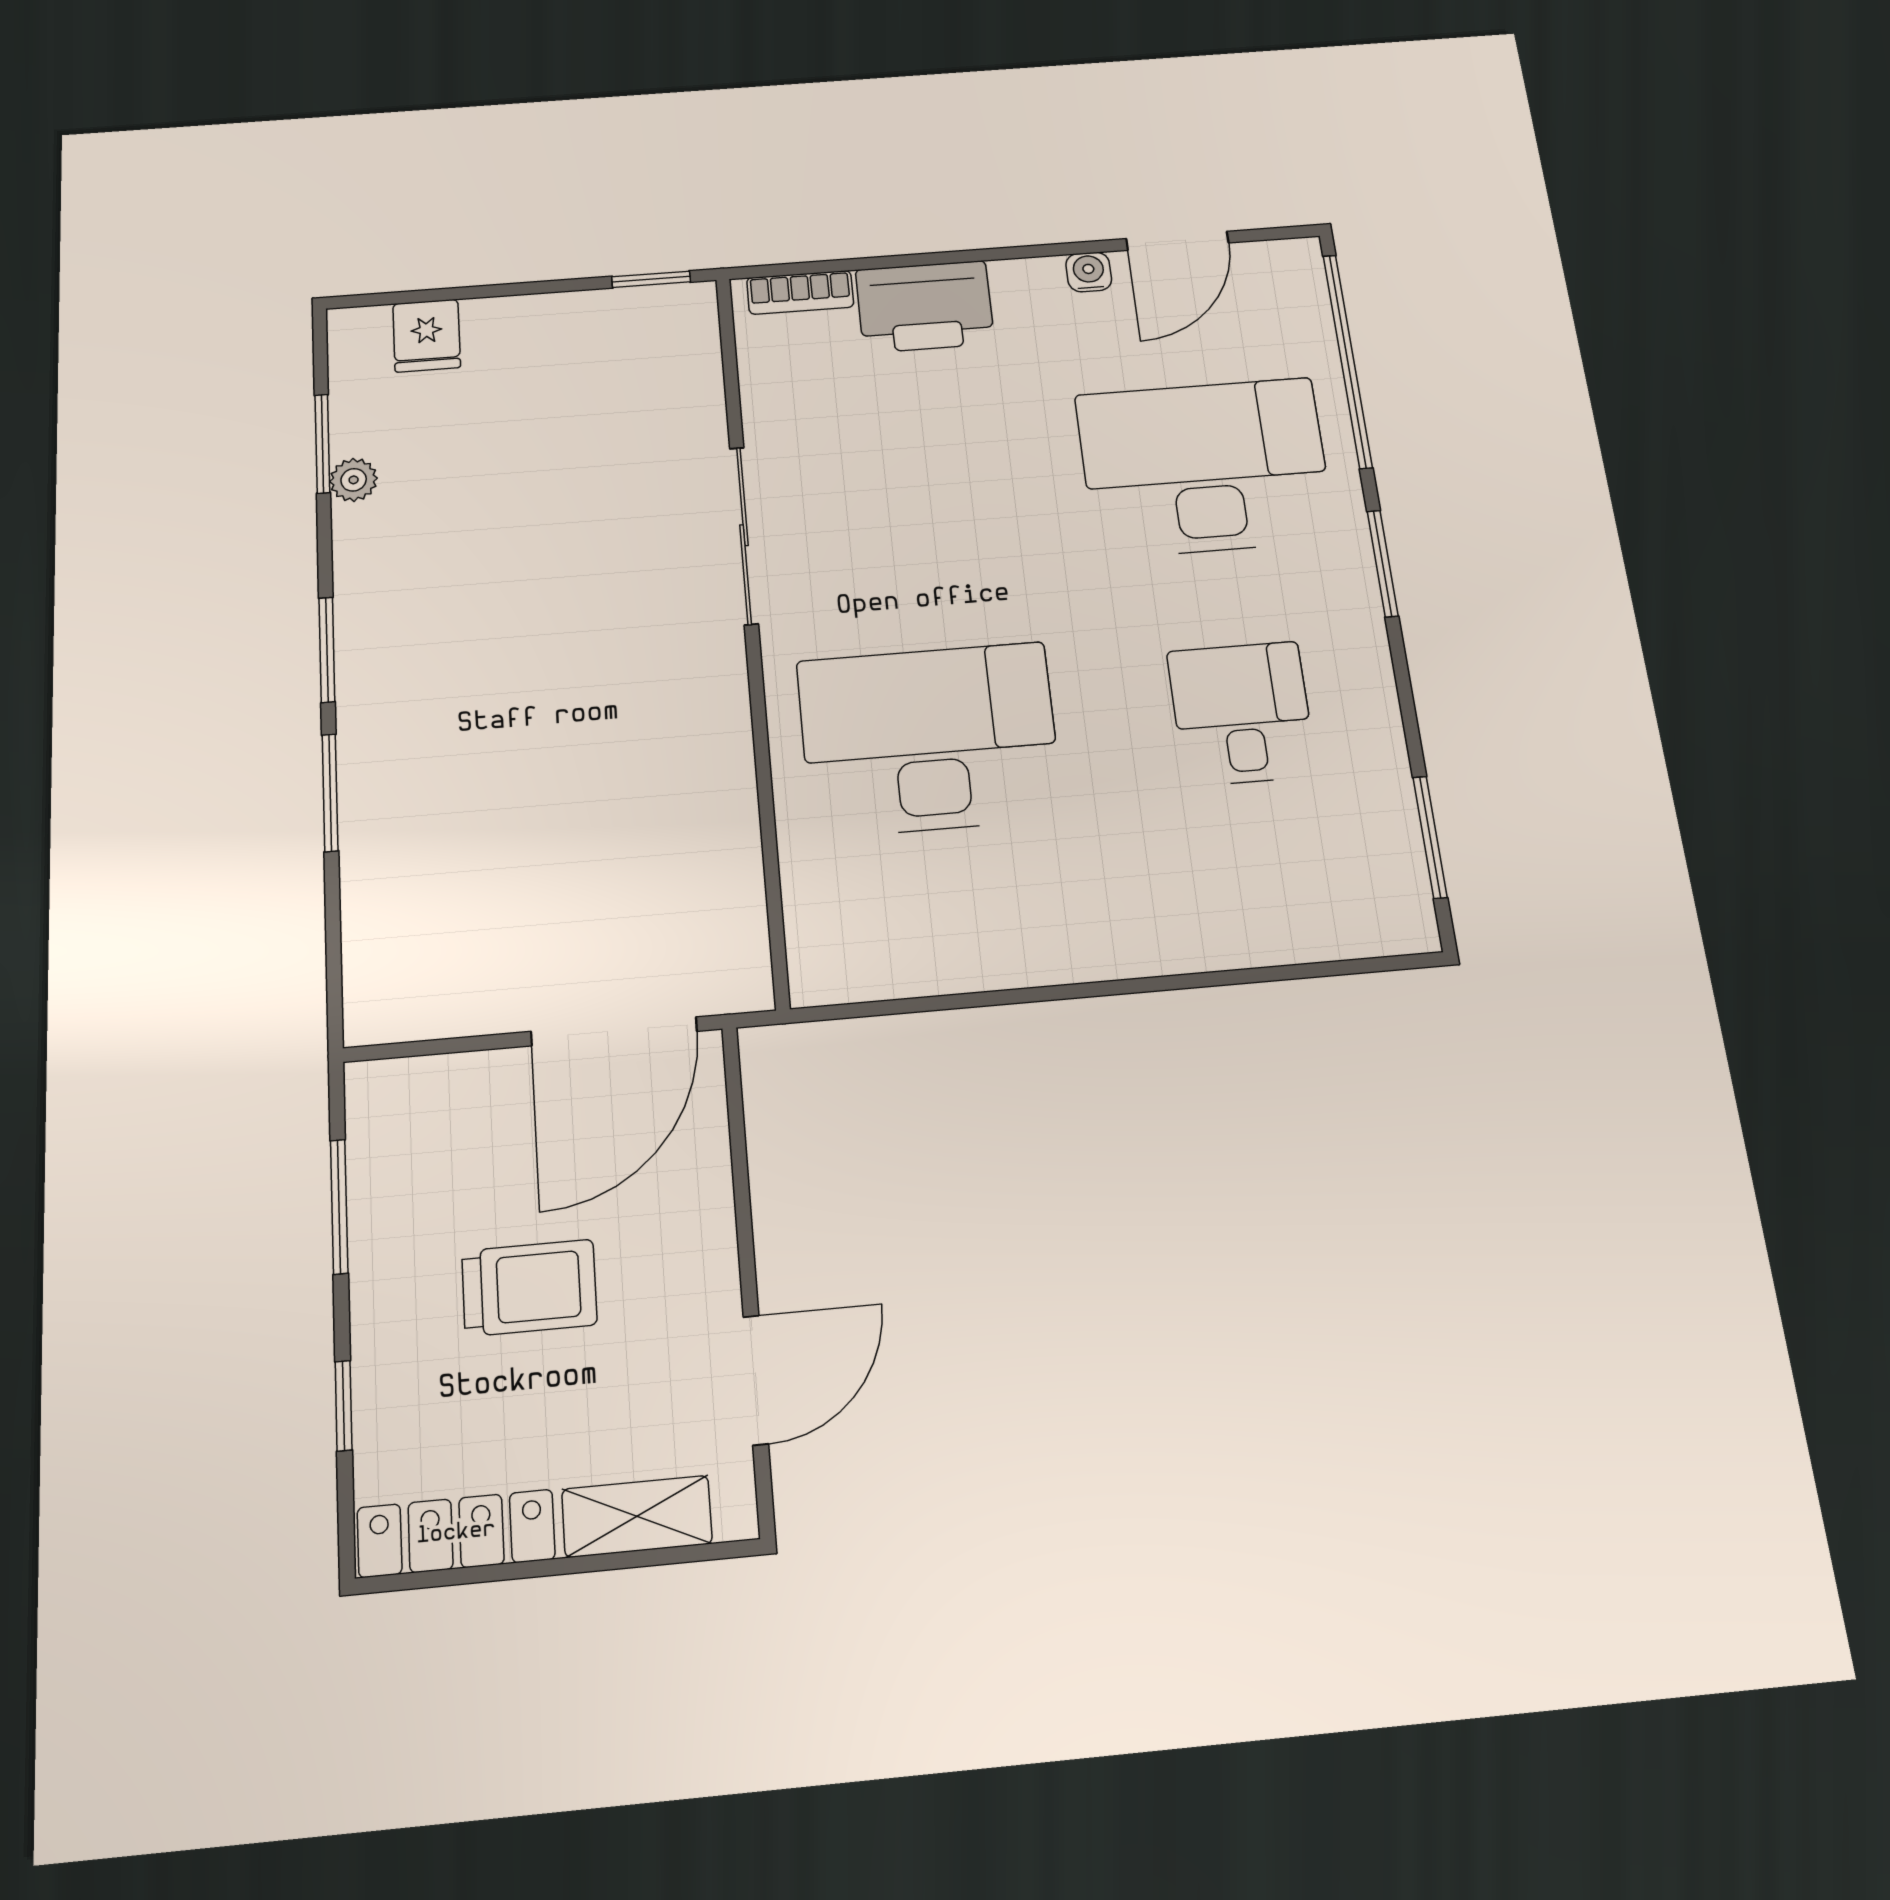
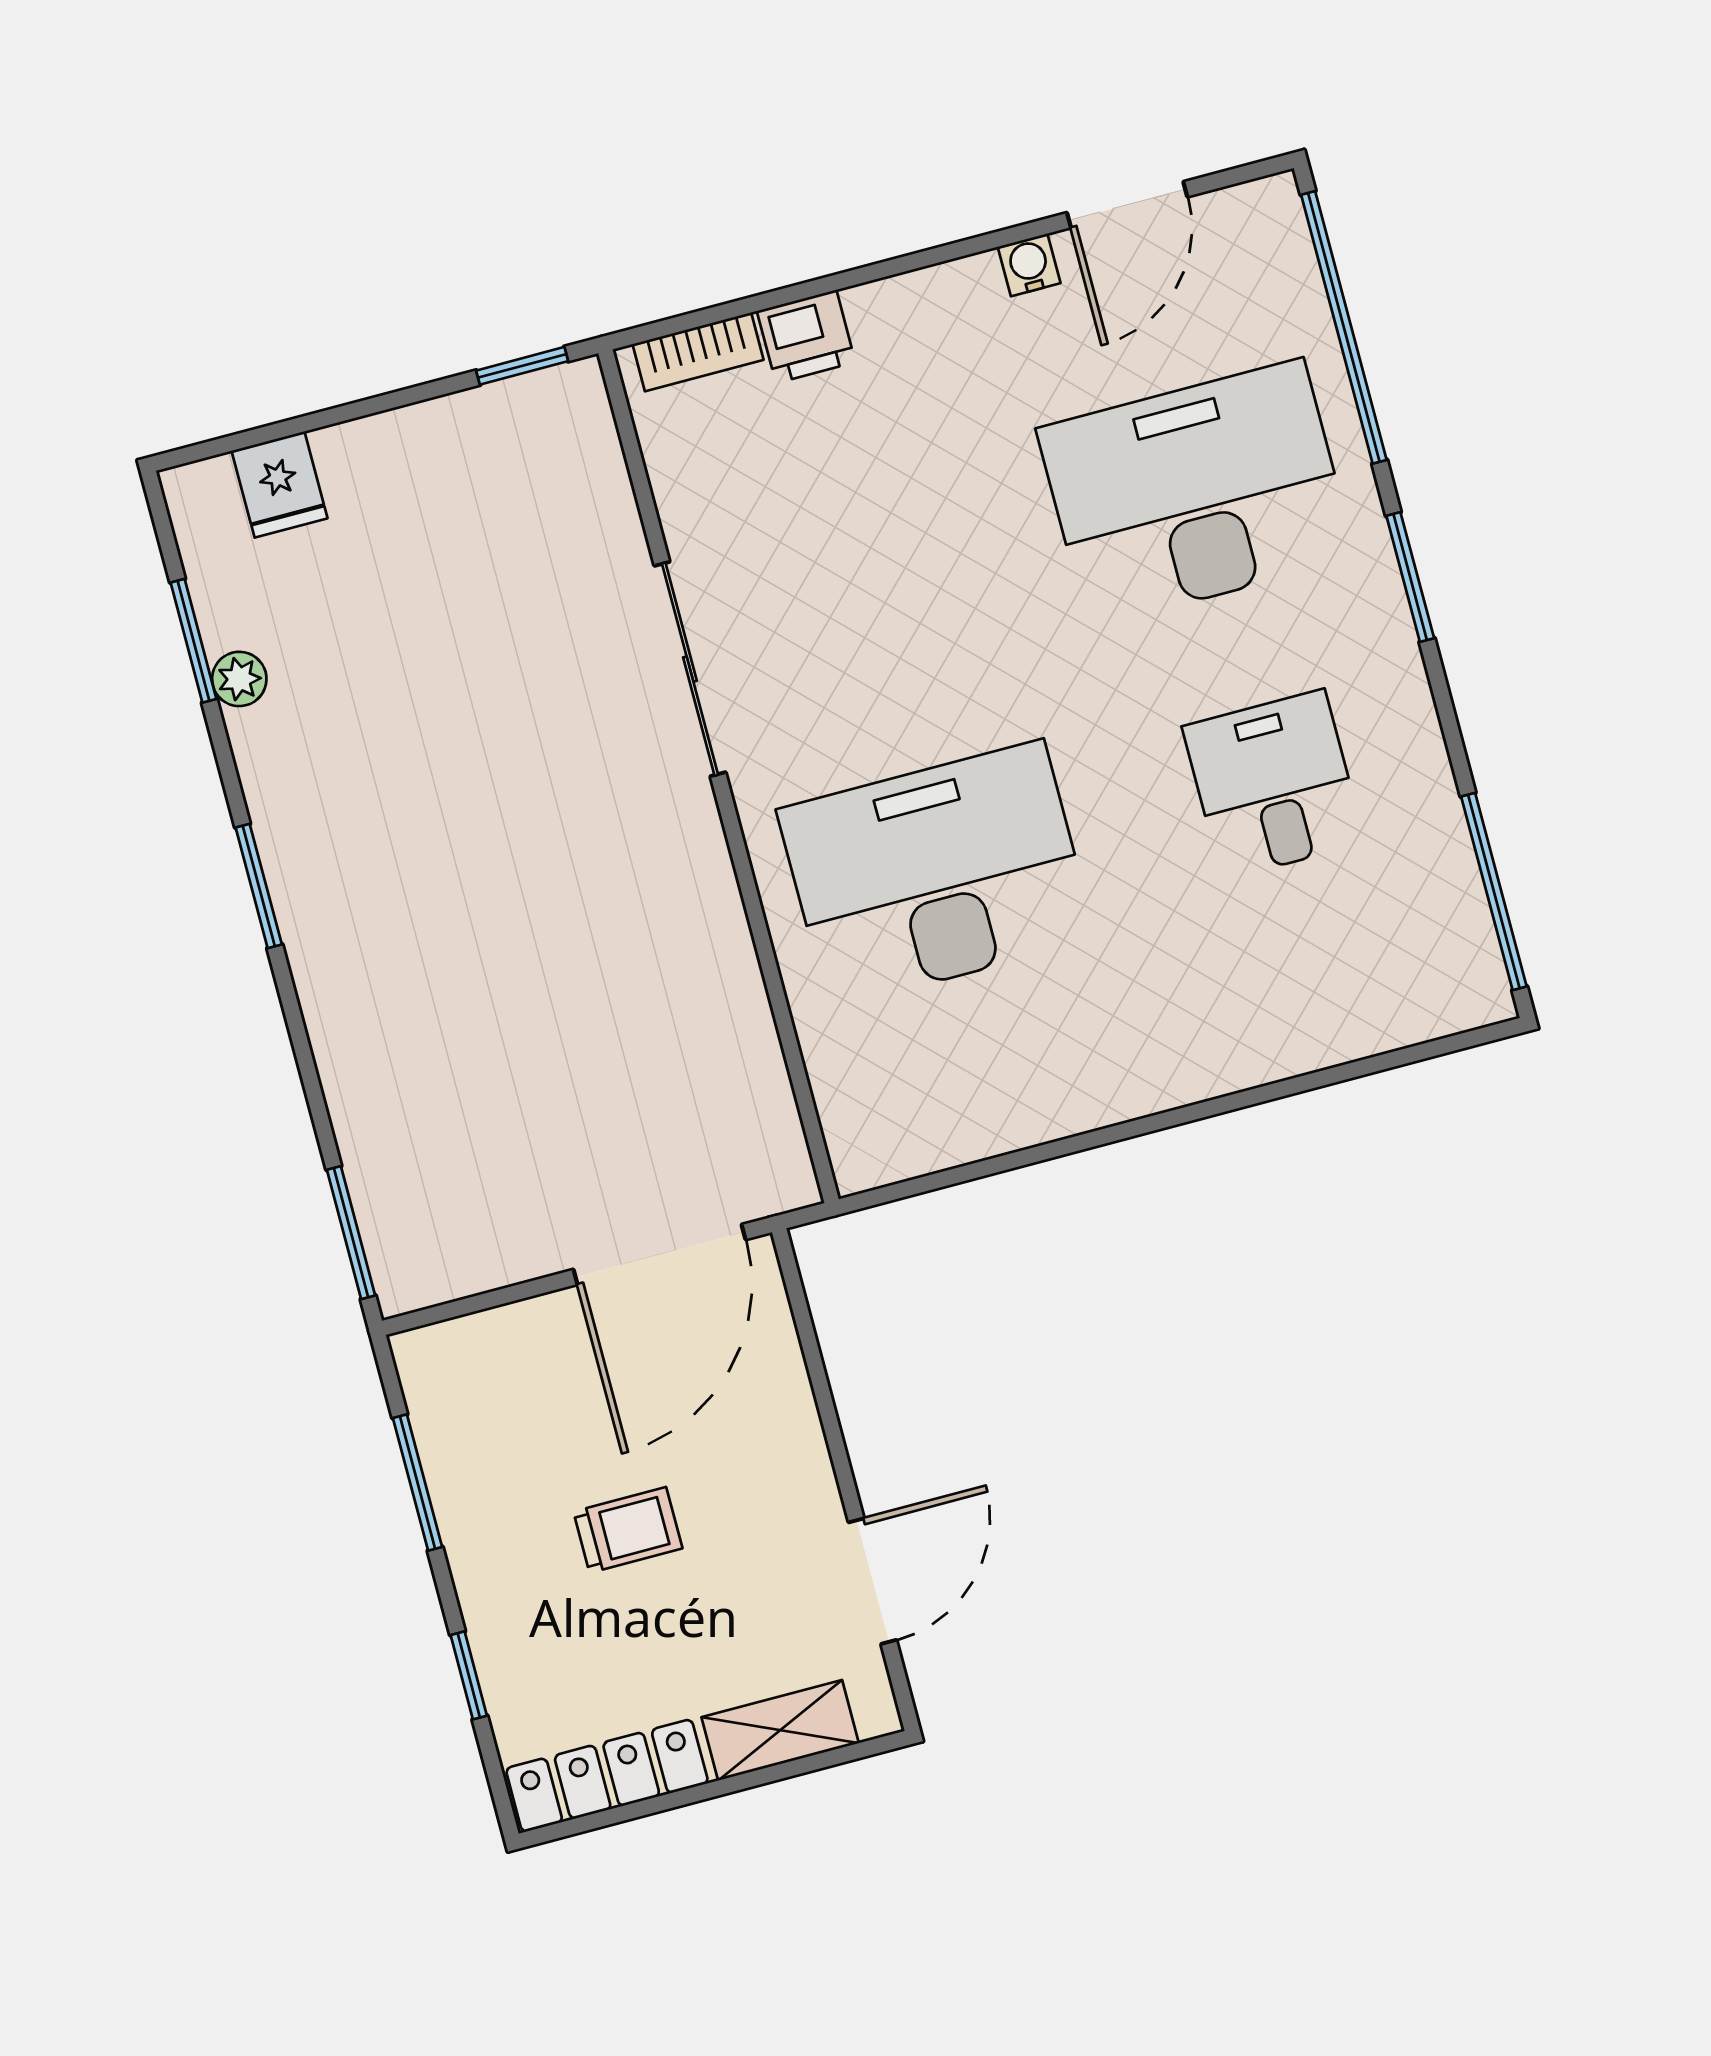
printer: (925, 307) -> (806, 337), width x0.53, depth x0.68
window: (330, 793) -> (351, 1233), moved
window: (1430, 837) -> (1494, 891), width x1.44
trolley: (529, 1288) -> (628, 1530), width x0.73, depth x0.72

